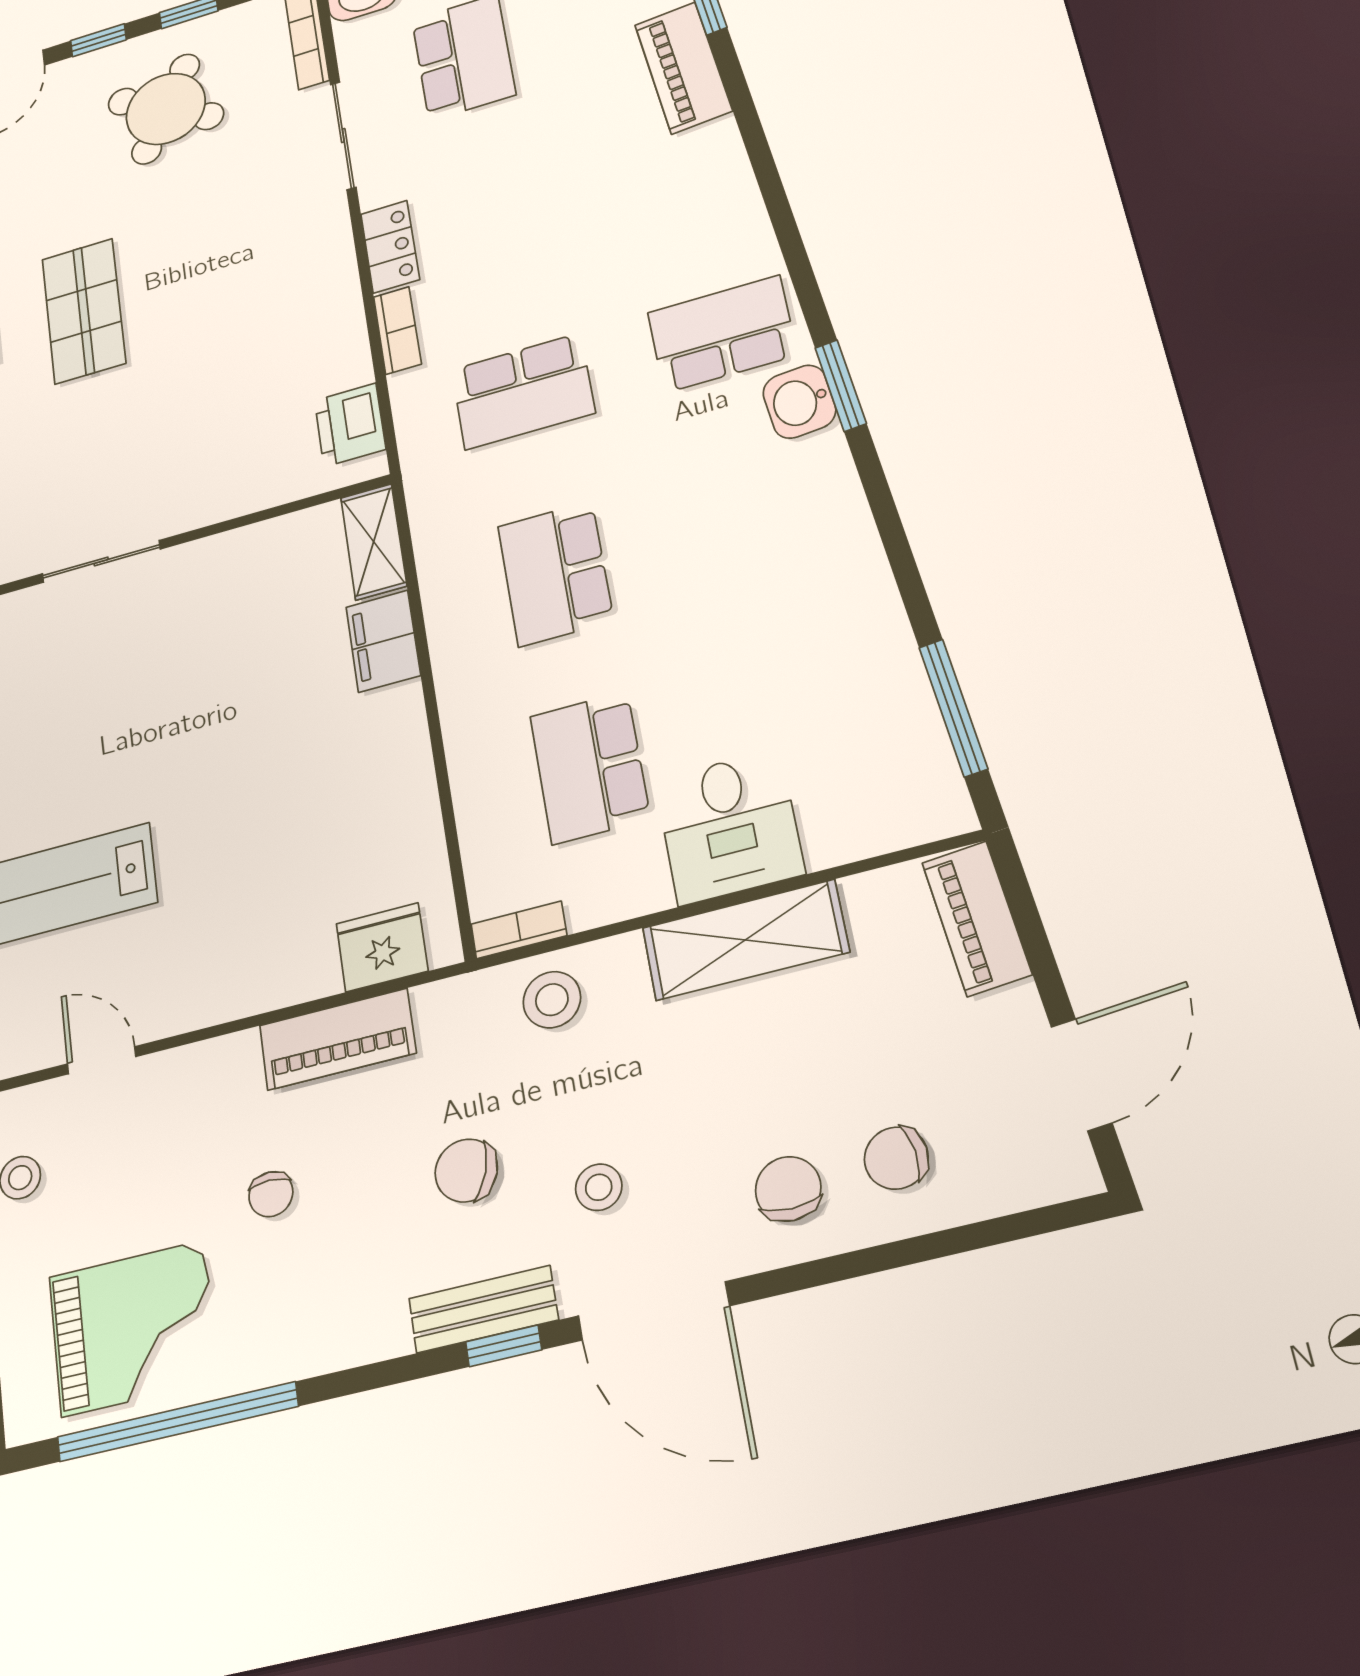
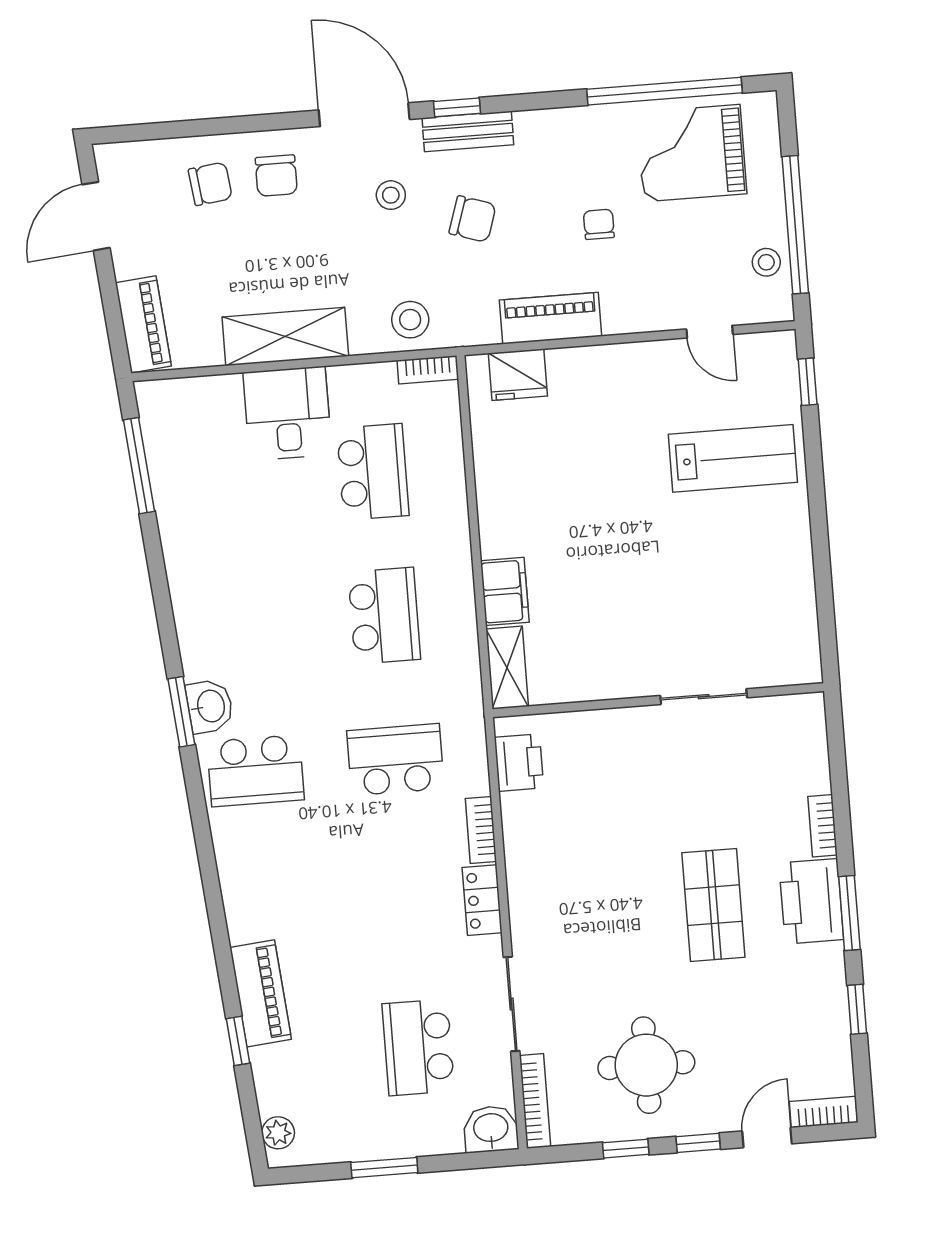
round table: (166, 109) -> (646, 1065), turned -30

